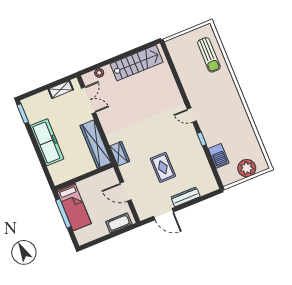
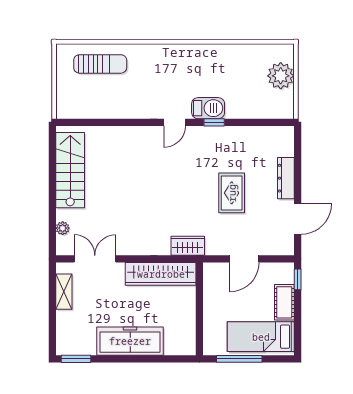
barbecue: (219, 156) -> (208, 108), moved
rug: (163, 167) -> (232, 193), turned 90
bed: (74, 207) -> (261, 337), moved, turned 180
cot: (119, 223) -> (284, 302), moved
window: (127, 229) -> (298, 279), added

